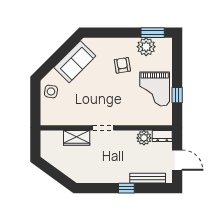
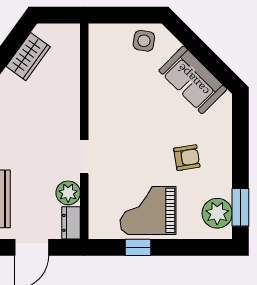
plant: (146, 47) -> (217, 213), moved
doorway: (103, 128) -> (84, 157), moved
wardrobe: (77, 138) -> (28, 57), moved, turned -144

